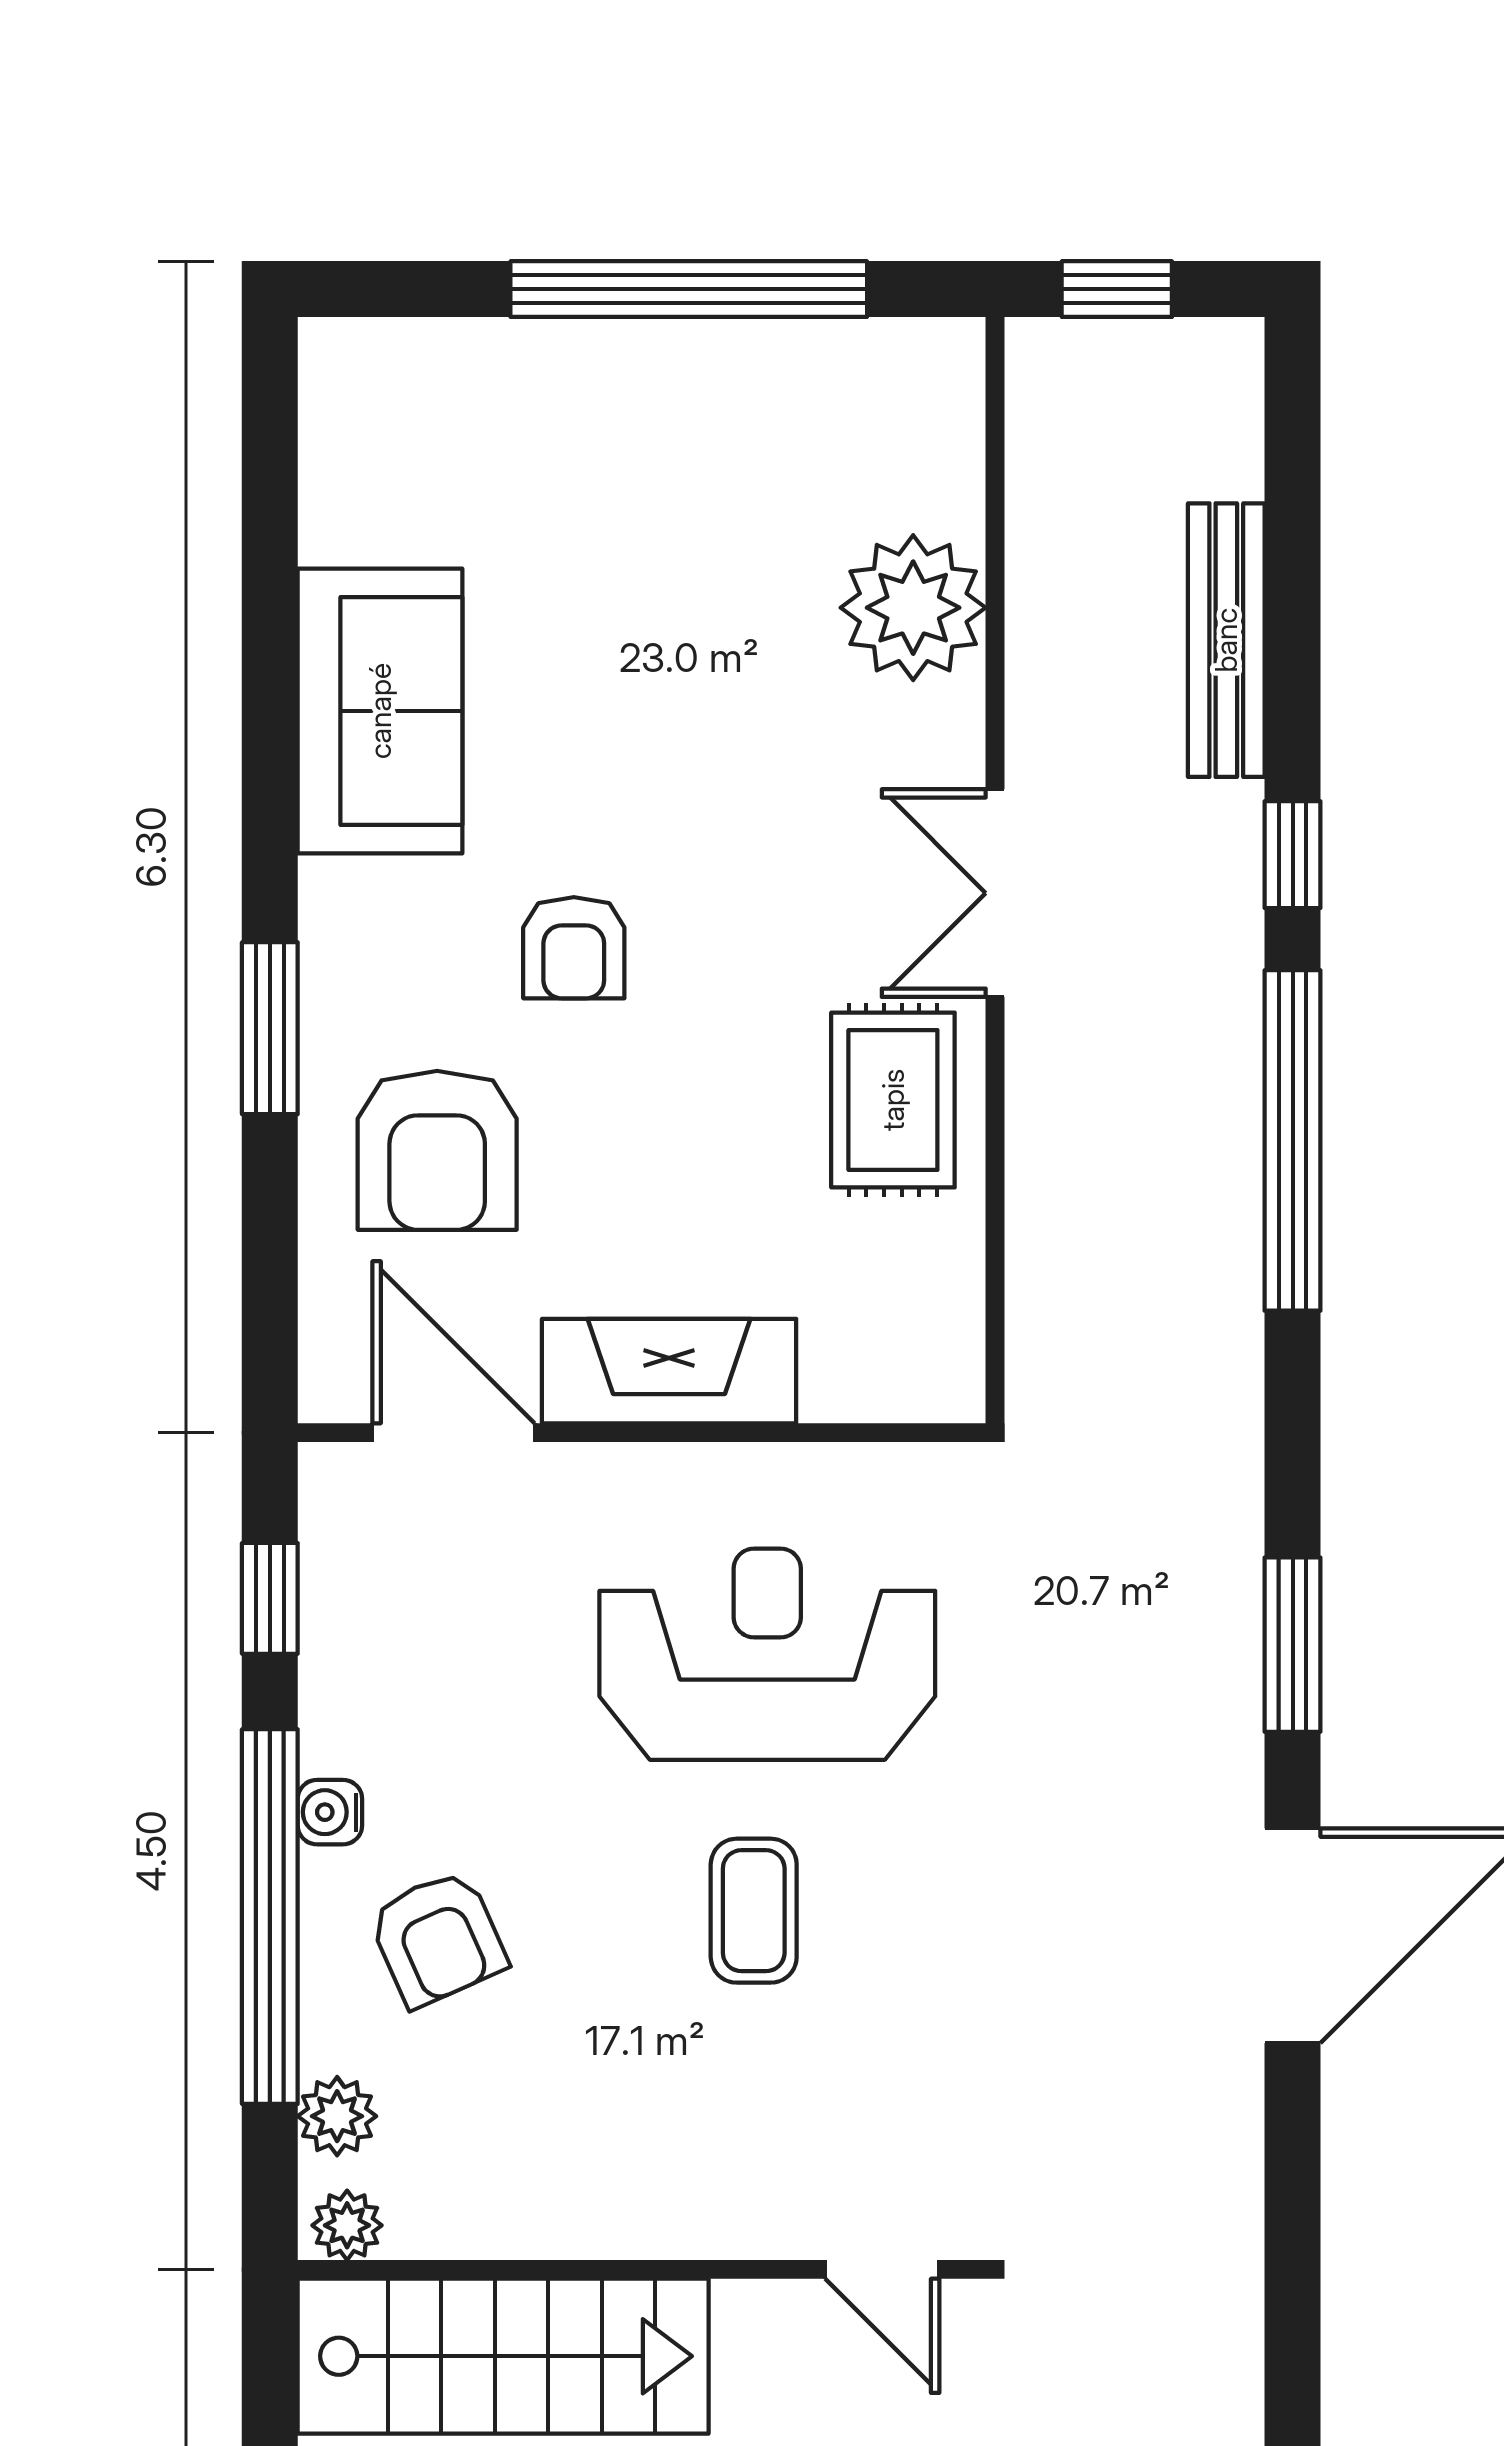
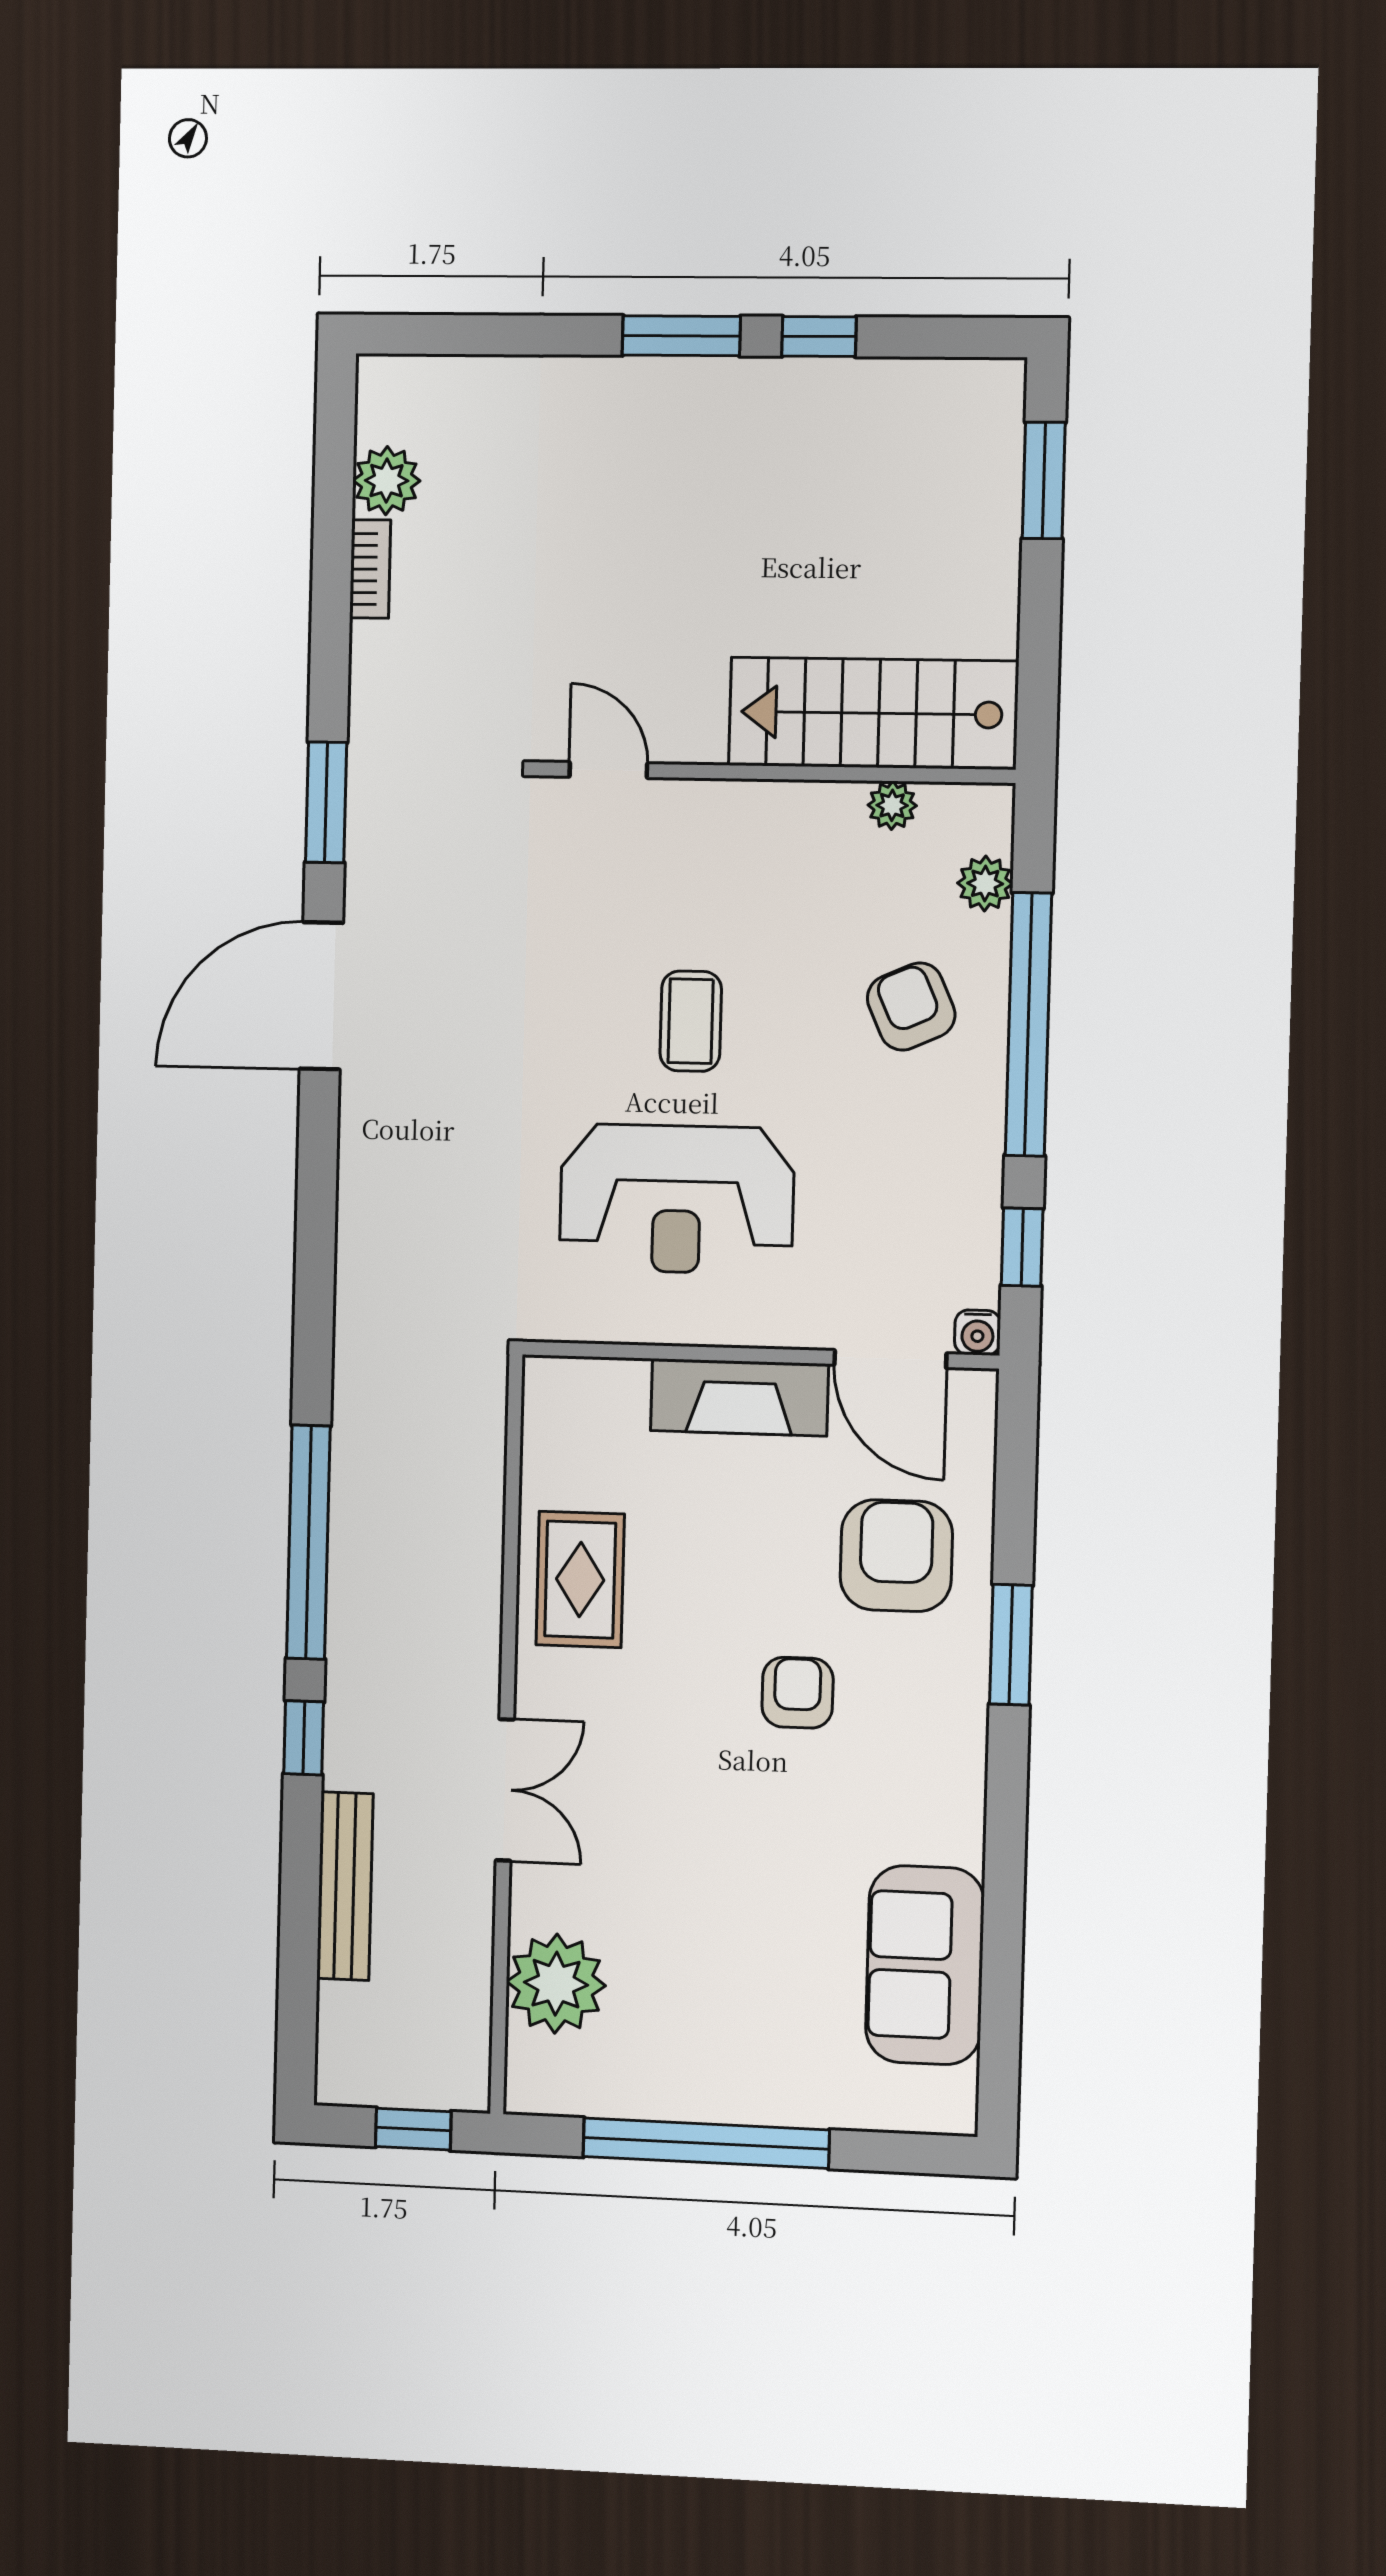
plant: (913, 608) -> (556, 1984), moved
sofa: (380, 711) -> (925, 1965), moved
double door: (995, 893) -> (505, 1790), moved
window: (1293, 1645) -> (326, 802), moved
water cooler: (330, 1812) -> (978, 1333), moved, turned 90
plant: (347, 2225) -> (892, 805), moved

